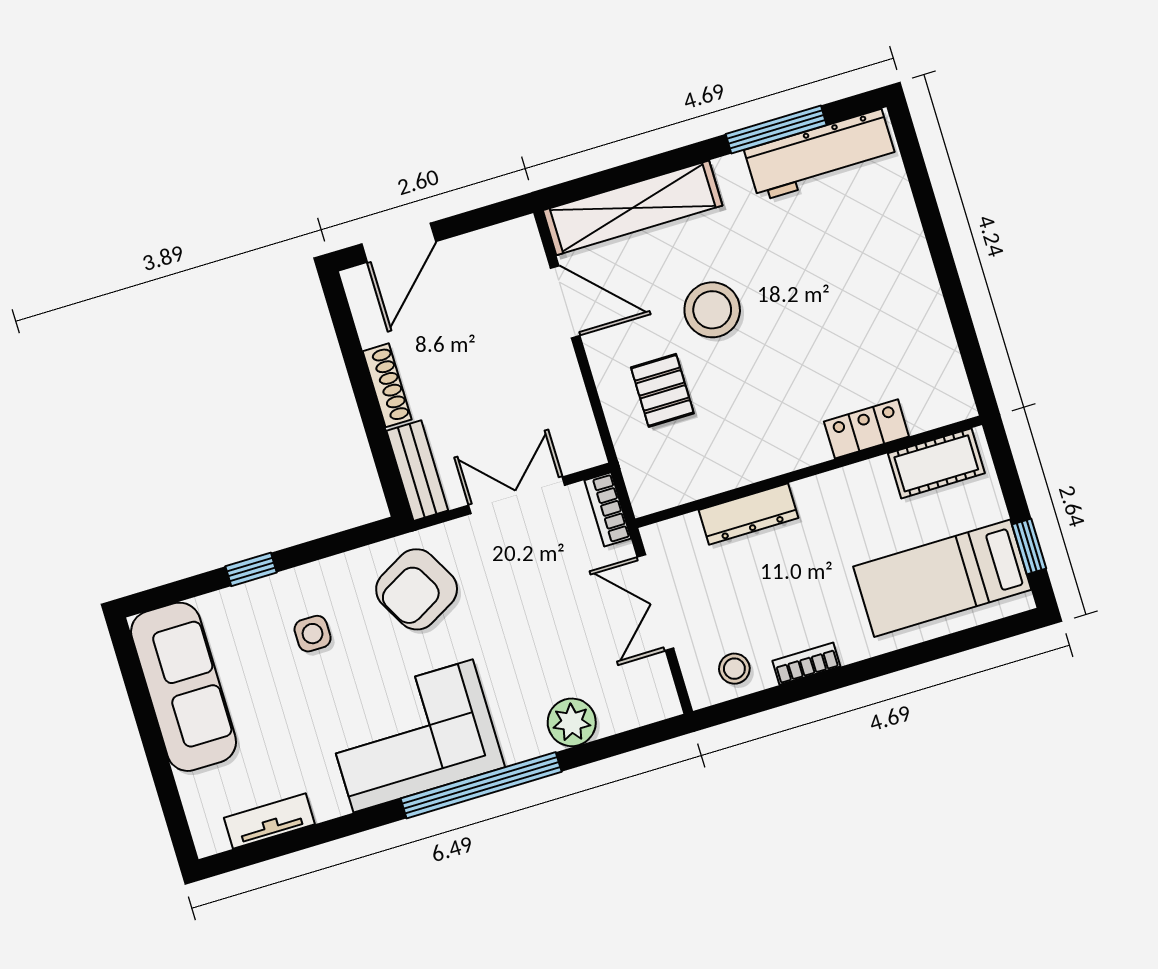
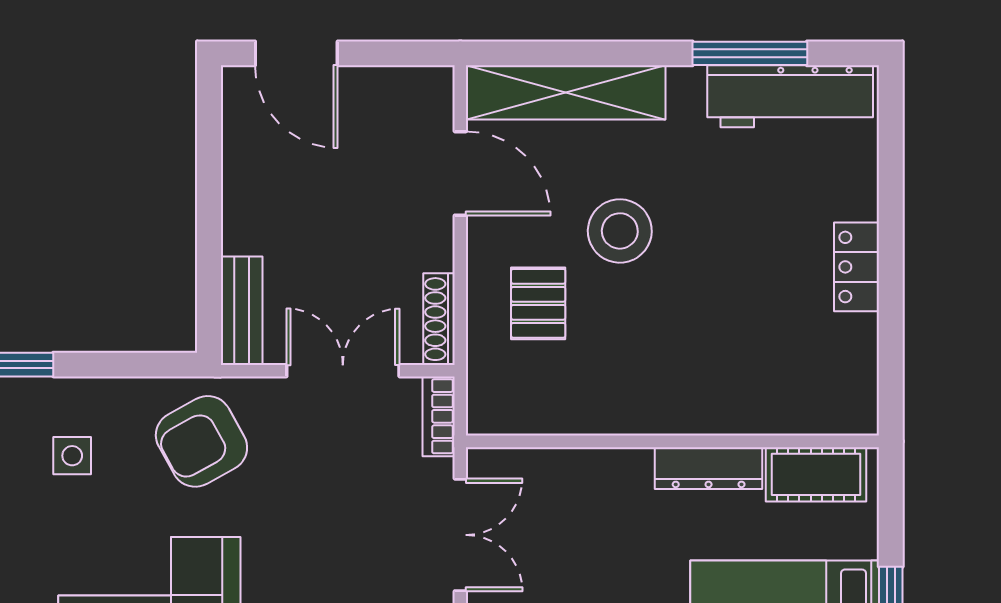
door: (399, 243) -> (296, 53), hinge flipped
shoe rack: (387, 385) -> (439, 319), moved, turned 180
locker: (866, 429) -> (857, 267), moved, turned -90
dresser: (748, 514) -> (709, 468), moved
double door: (655, 603) -> (460, 535), swing flipped

